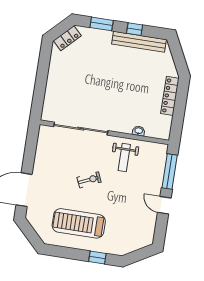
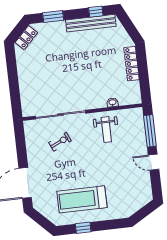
window: (135, 29) -> (96, 12), moved
exercise bike: (89, 180) -> (60, 142), moved
window: (97, 257) -> (83, 228), moved

